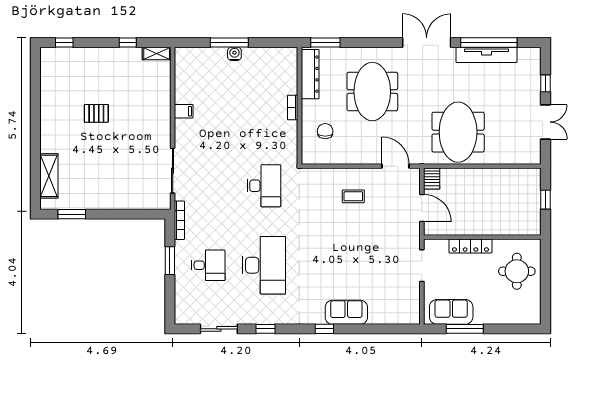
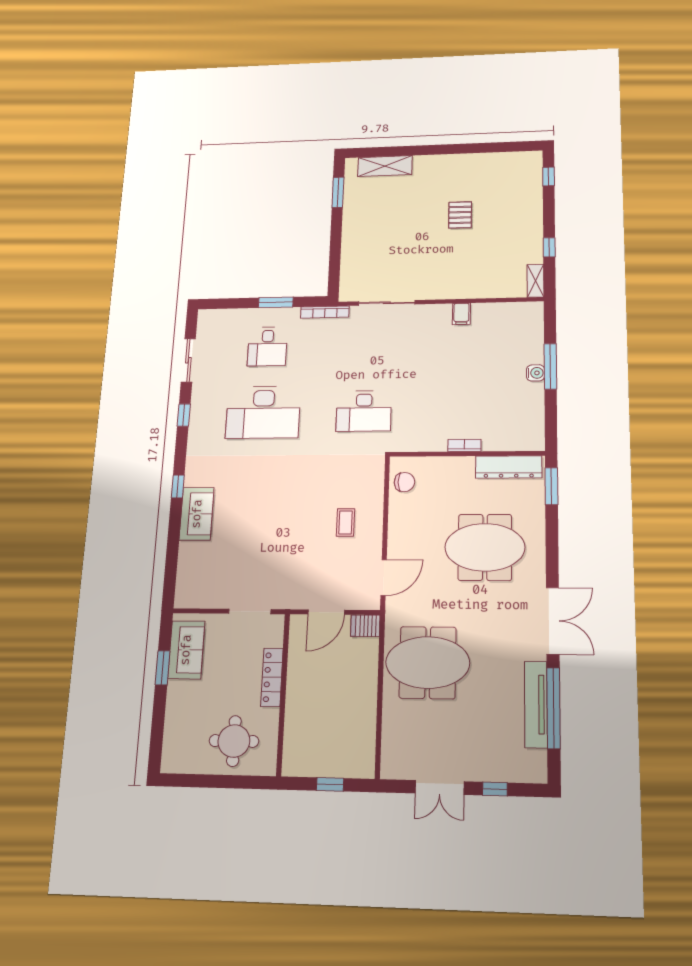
chair: (325, 131) -> (404, 482), moved
window: (465, 329) -> (163, 668), width x0.69

